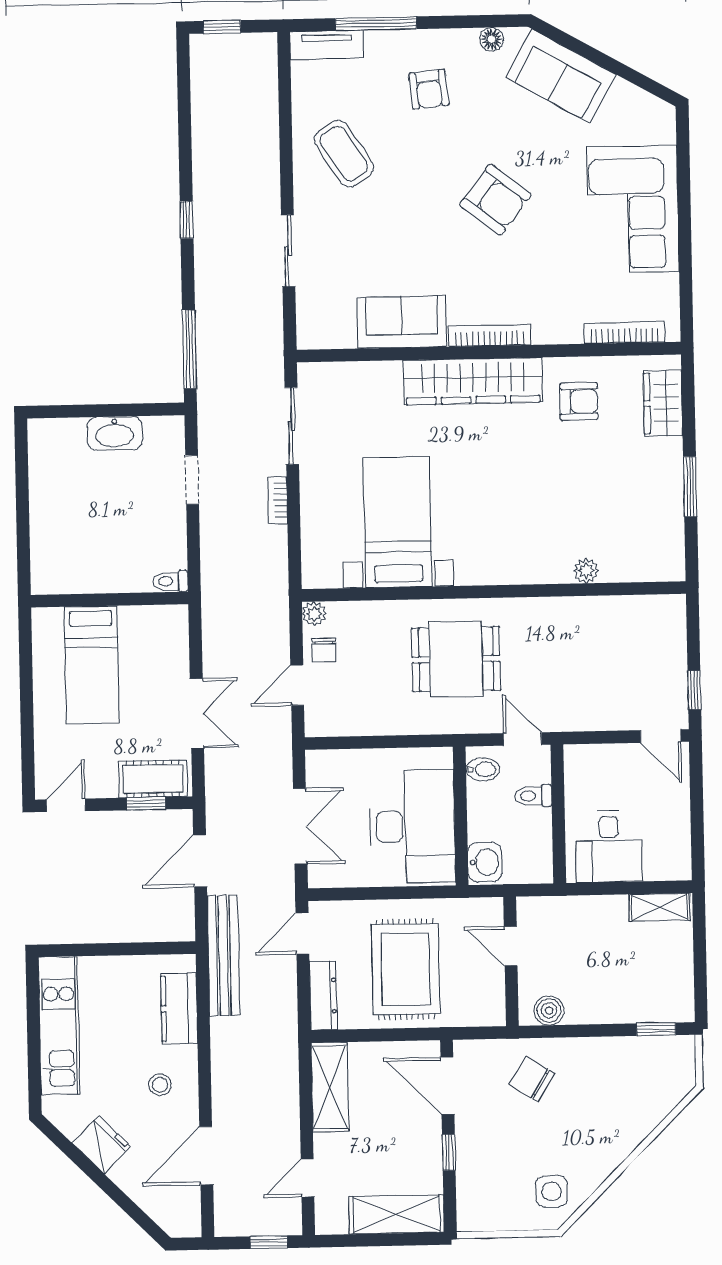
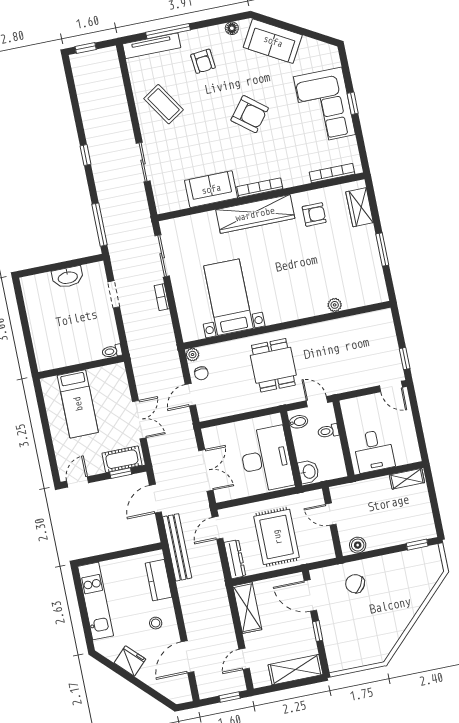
tv unit: (327, 45) -> (152, 46), width x1.41
window: (684, 214) -> (353, 103), added
dining table: (456, 659) -> (273, 365), turned 90
side table: (552, 1191) -> (377, 642), removed

